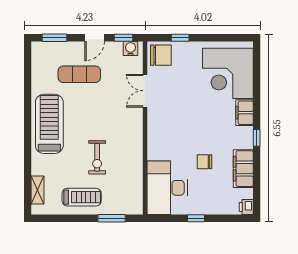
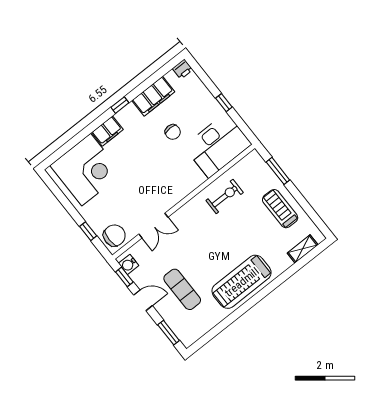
chair: (161, 55) -> (114, 236), turned 90
exercise bike: (97, 157) -> (225, 196), moved

